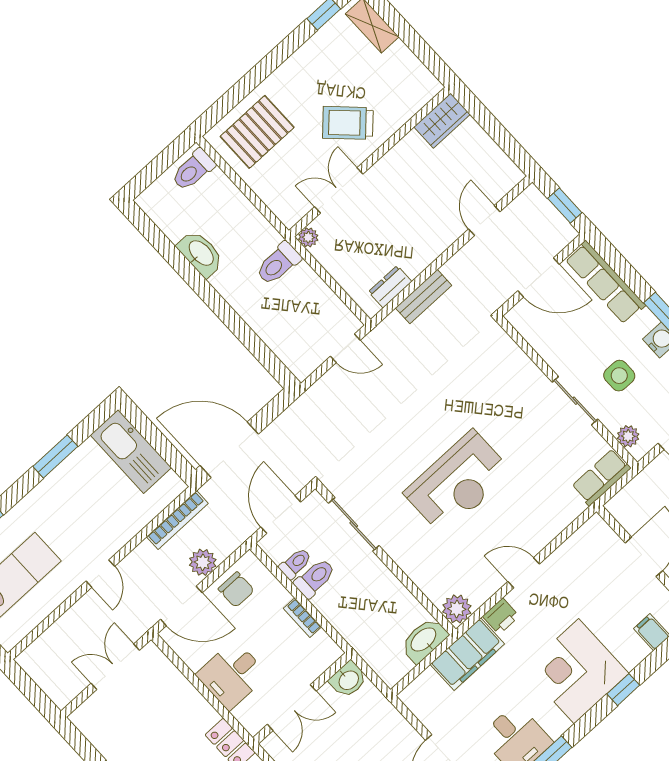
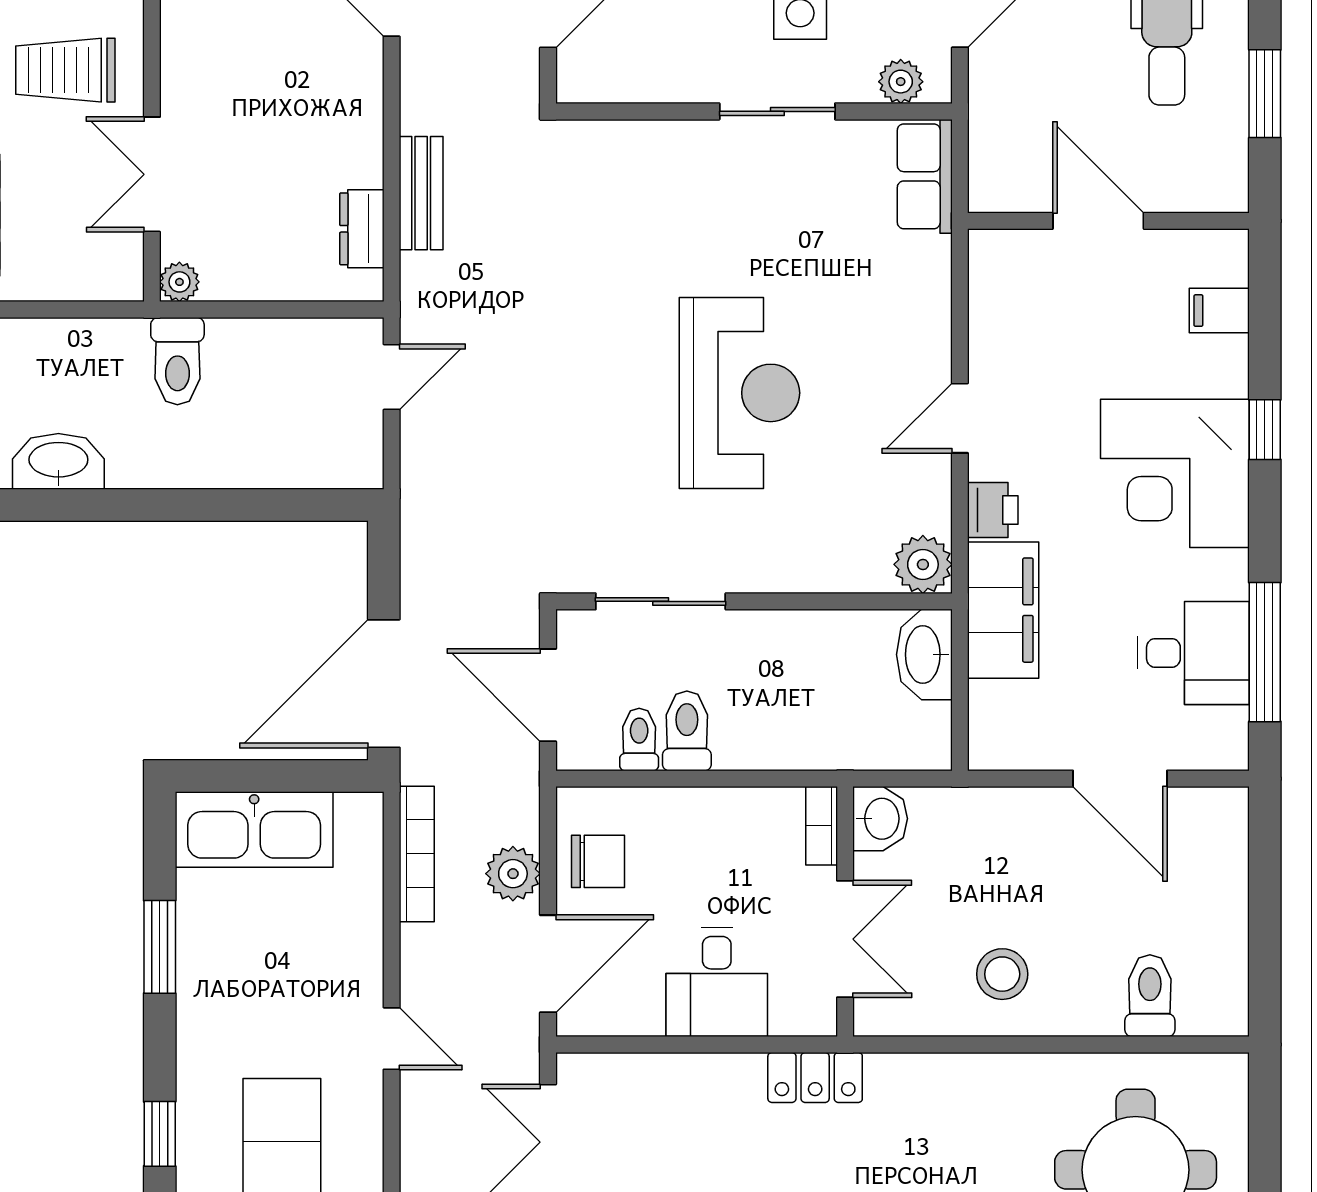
trolley: (348, 123) -> (65, 70), turned 46
bookcase: (302, 618) -> (822, 826), moved, turned 90

